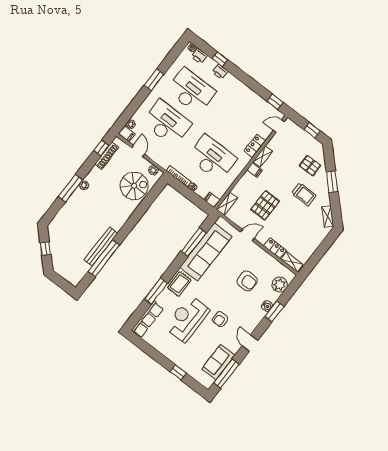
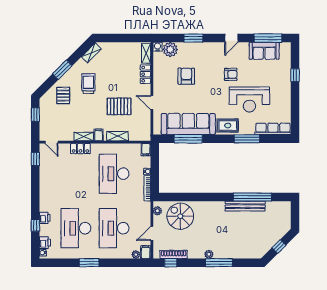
shelving: (227, 204) -> (117, 136), moved
water cooler: (267, 306) -> (158, 47), moved

